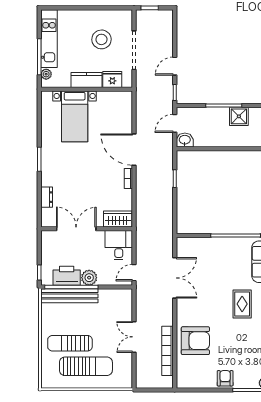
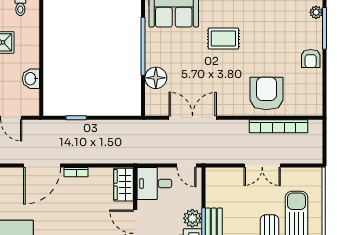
washbasin: (185, 140) -> (31, 79), moved
floor lamp: (209, 246) -> (156, 78), added
armchair: (225, 378) -> (311, 59), turned -90

